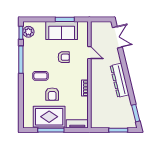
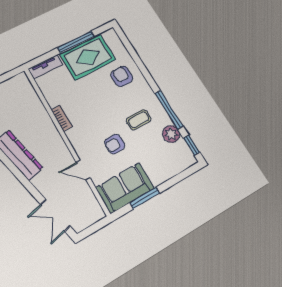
sofa: (62, 31) -> (125, 188), moved
plant: (28, 32) -> (171, 134), moved
coffee table: (40, 76) -> (139, 120), moved
armchair: (52, 94) -> (122, 76), moved

